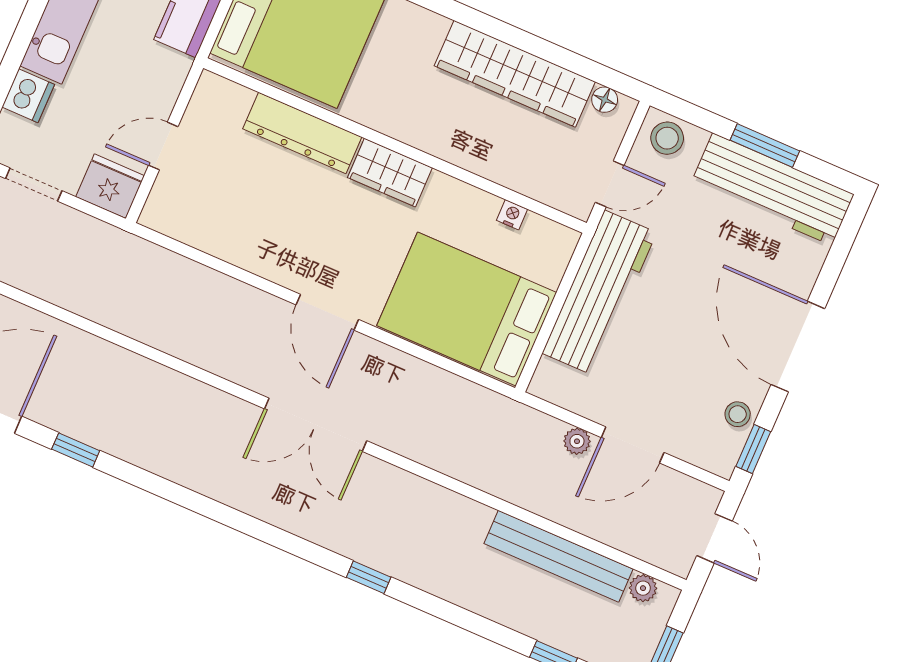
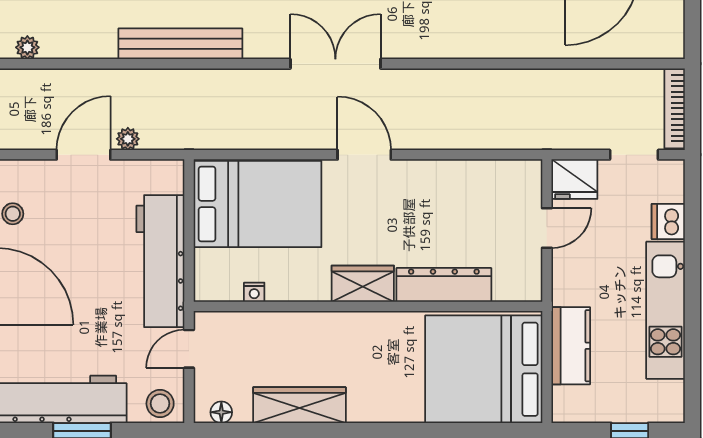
wardrobe: (515, 74) -> (299, 405), width x0.71, depth x0.85
bench: (559, 556) -> (180, 44), moved

